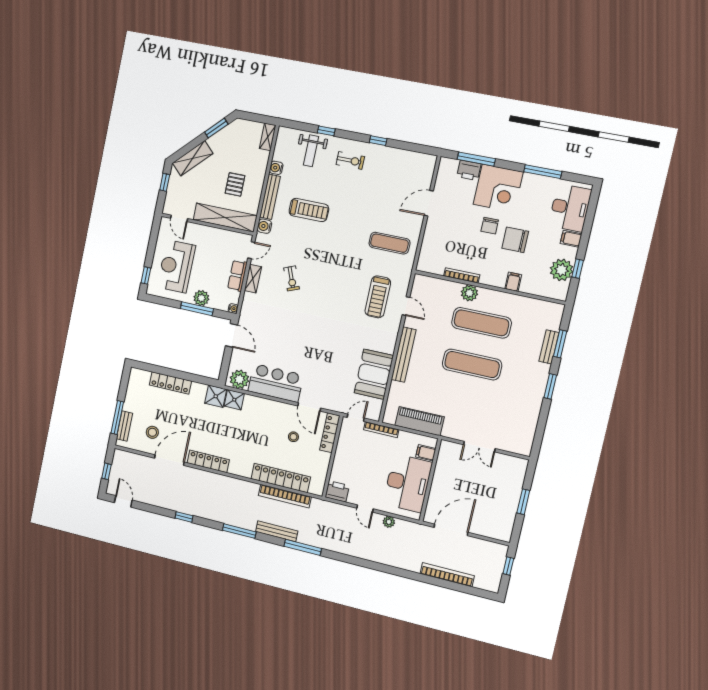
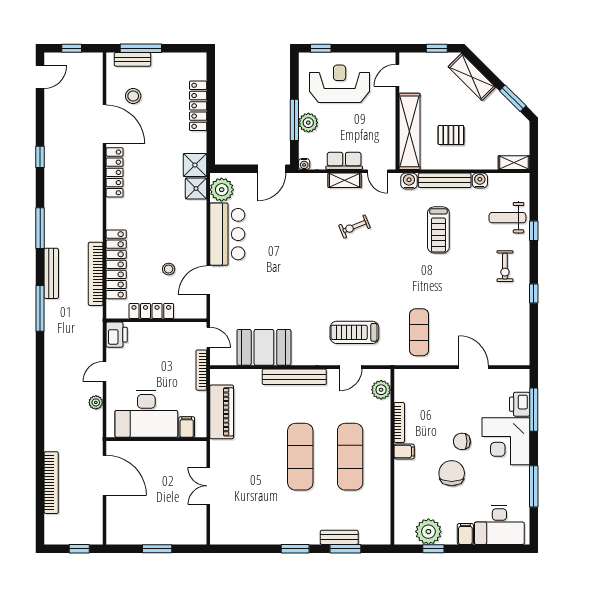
filing cabinet: (513, 282) -> (404, 451), moved
plant: (469, 293) -> (381, 390), moved
locker: (330, 433) -> (151, 311), moved

